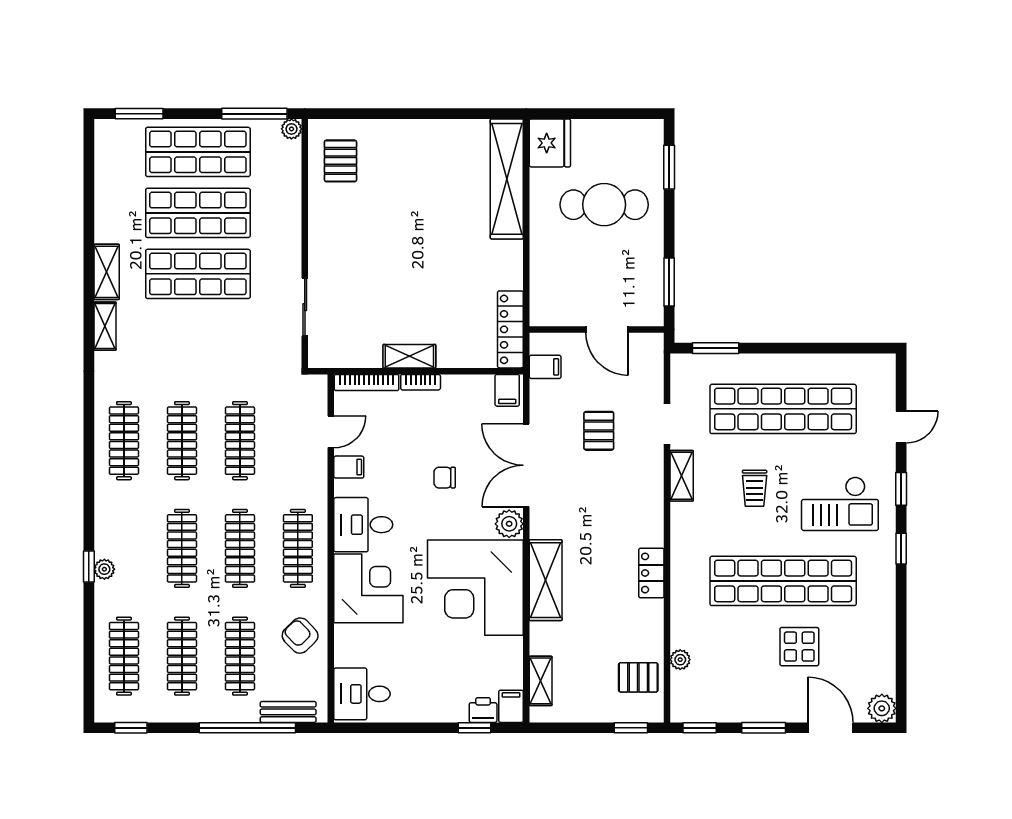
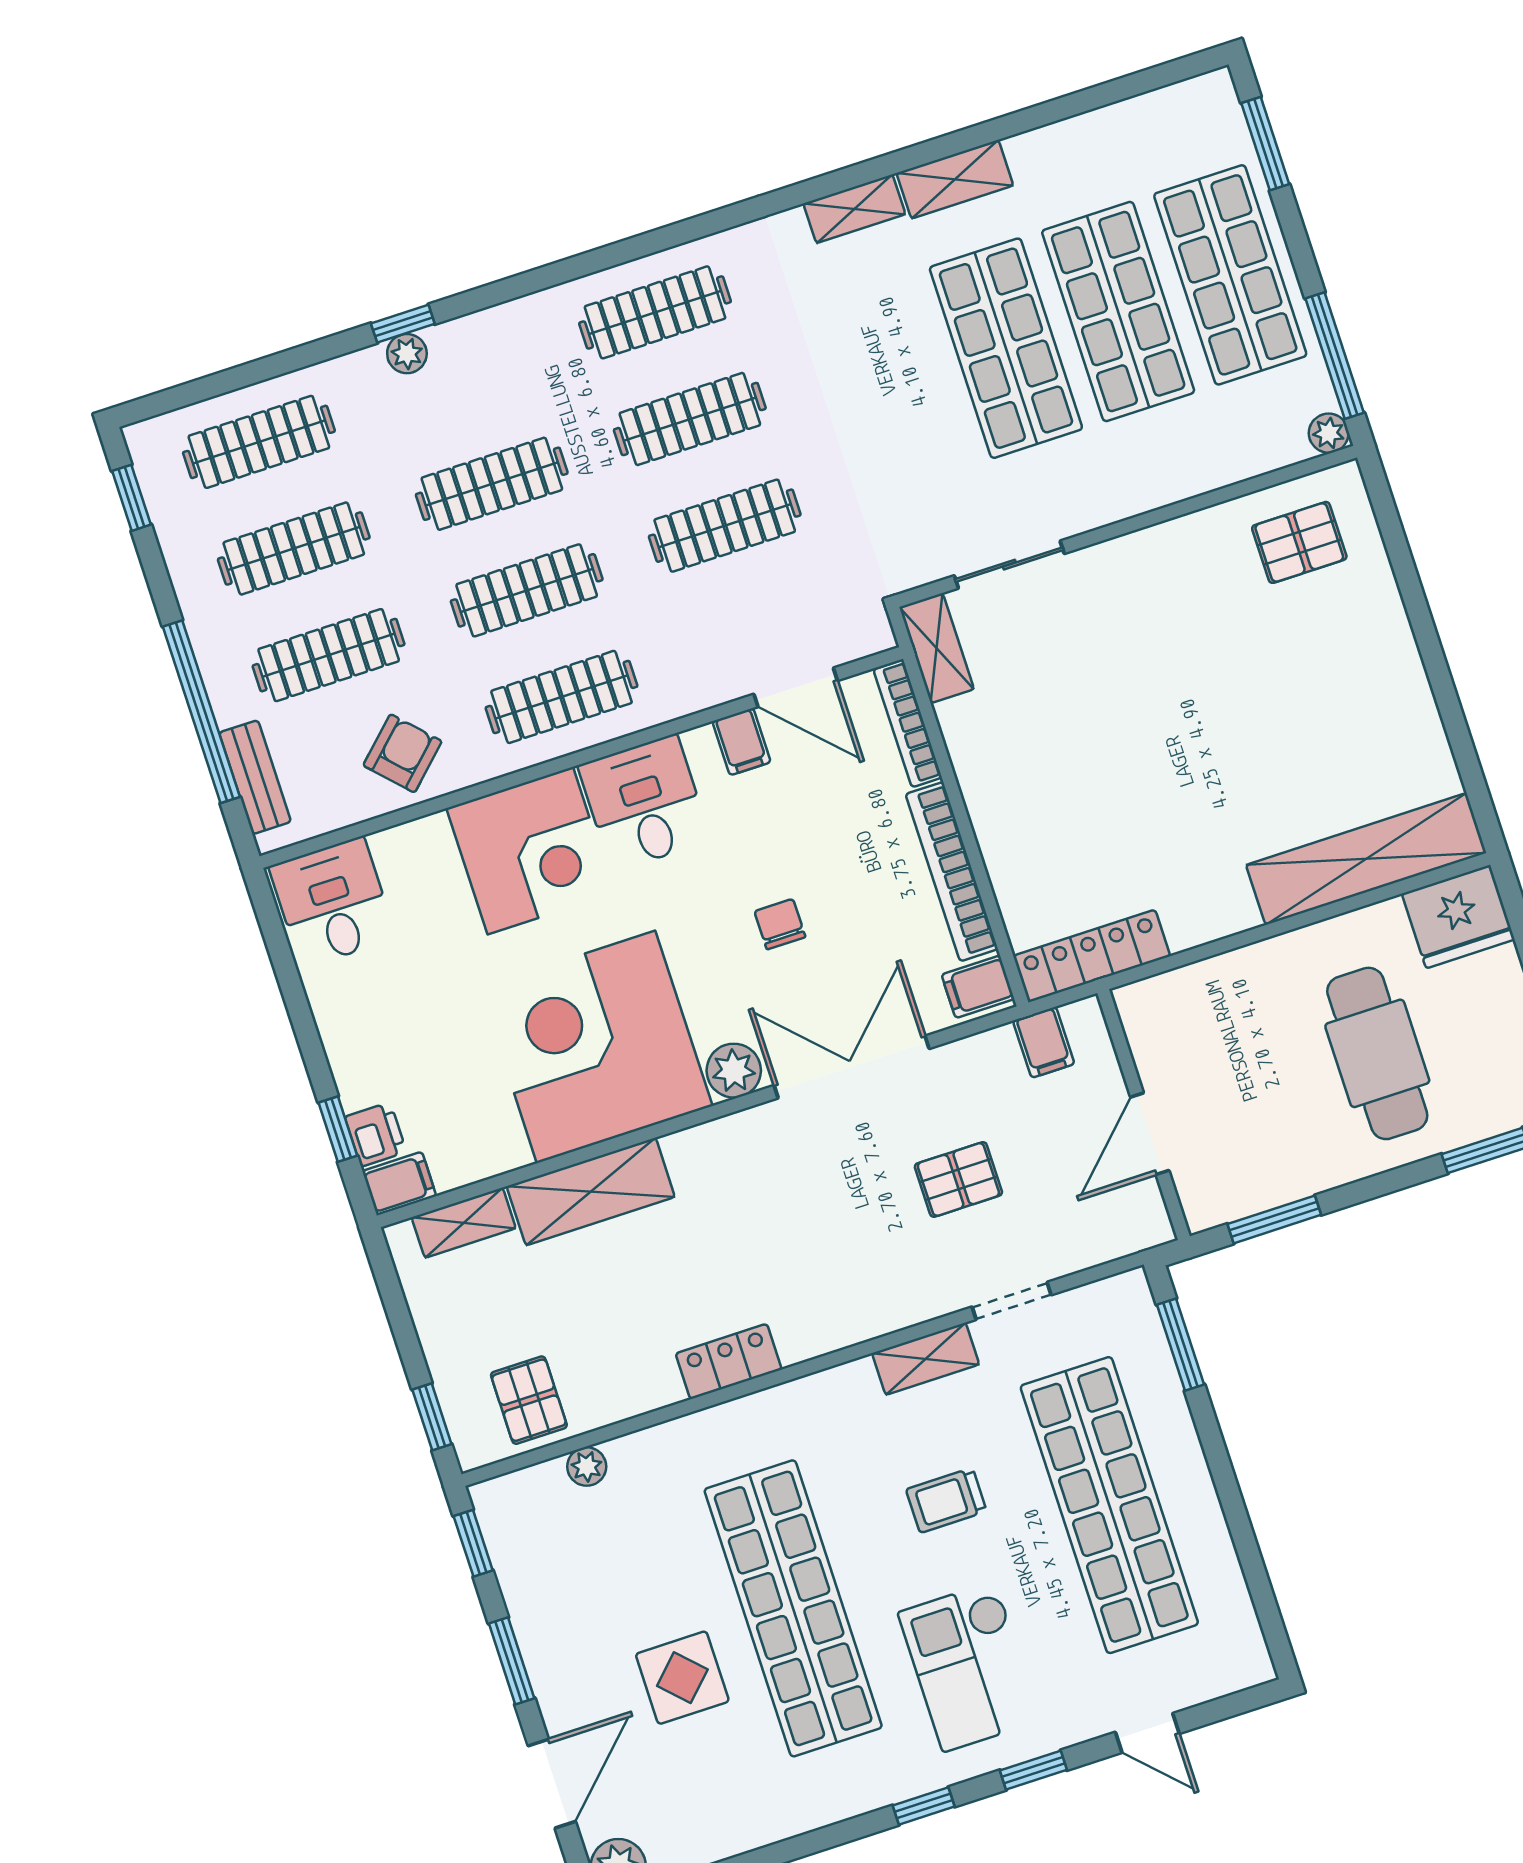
shelving: (409, 356) -> (937, 648), moved
bookcase: (421, 382) -> (952, 872), width x2.31, depth x1.31
door: (331, 432) -> (796, 687), width x1.37
shelving: (546, 580) -> (591, 1192), moved

